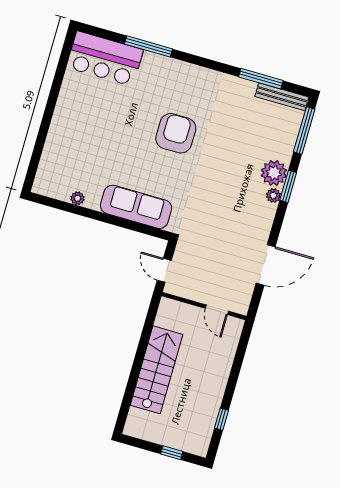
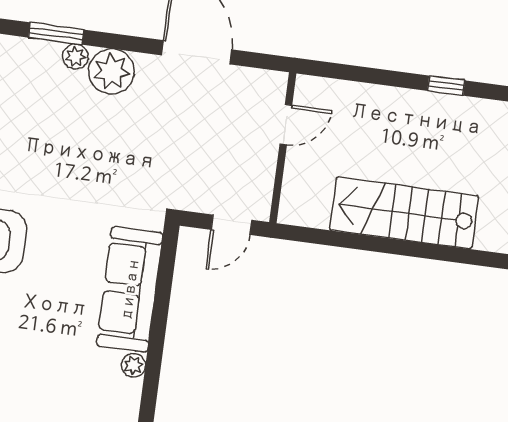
plant: (274, 173) -> (112, 72), moved
plant: (78, 198) -> (134, 365), moved
window: (221, 419) -> (446, 86), moved

